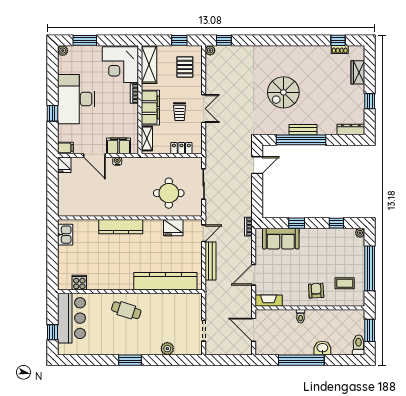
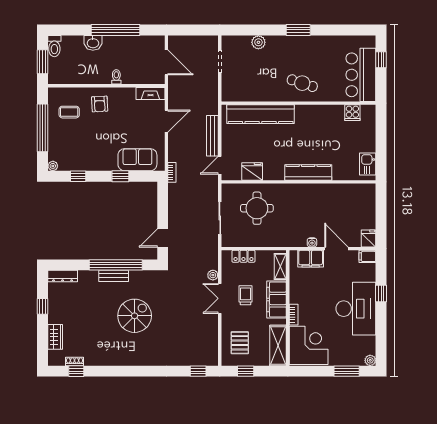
plant: (210, 50) -> (213, 275), moved

